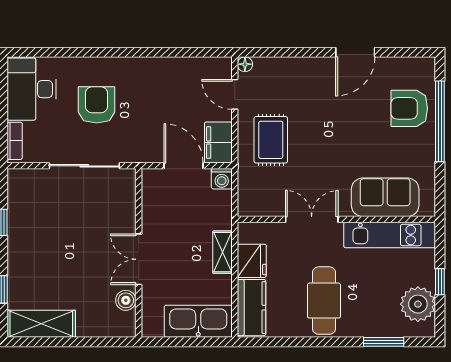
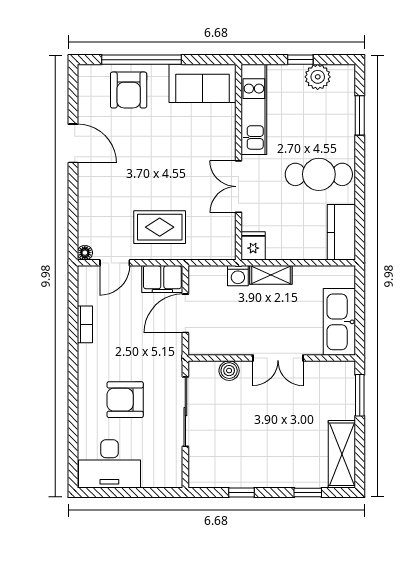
bookcase: (15, 141) -> (85, 324), moved, turned 90
washing machine: (222, 179) -> (238, 276), moved, turned 90
sofa: (385, 197) -> (203, 83), moved, turned -90
fridge: (252, 261) -> (253, 246), moved, width x0.72
boiler: (126, 300) -> (229, 371), moved
plant: (418, 304) -> (318, 77), width x0.73, depth x0.73
kitchen counter: (251, 308) -> (341, 232), moved, turned -90
kitchen sink: (198, 321) -> (339, 322), moved
window: (101, 342) -> (360, 395), added

